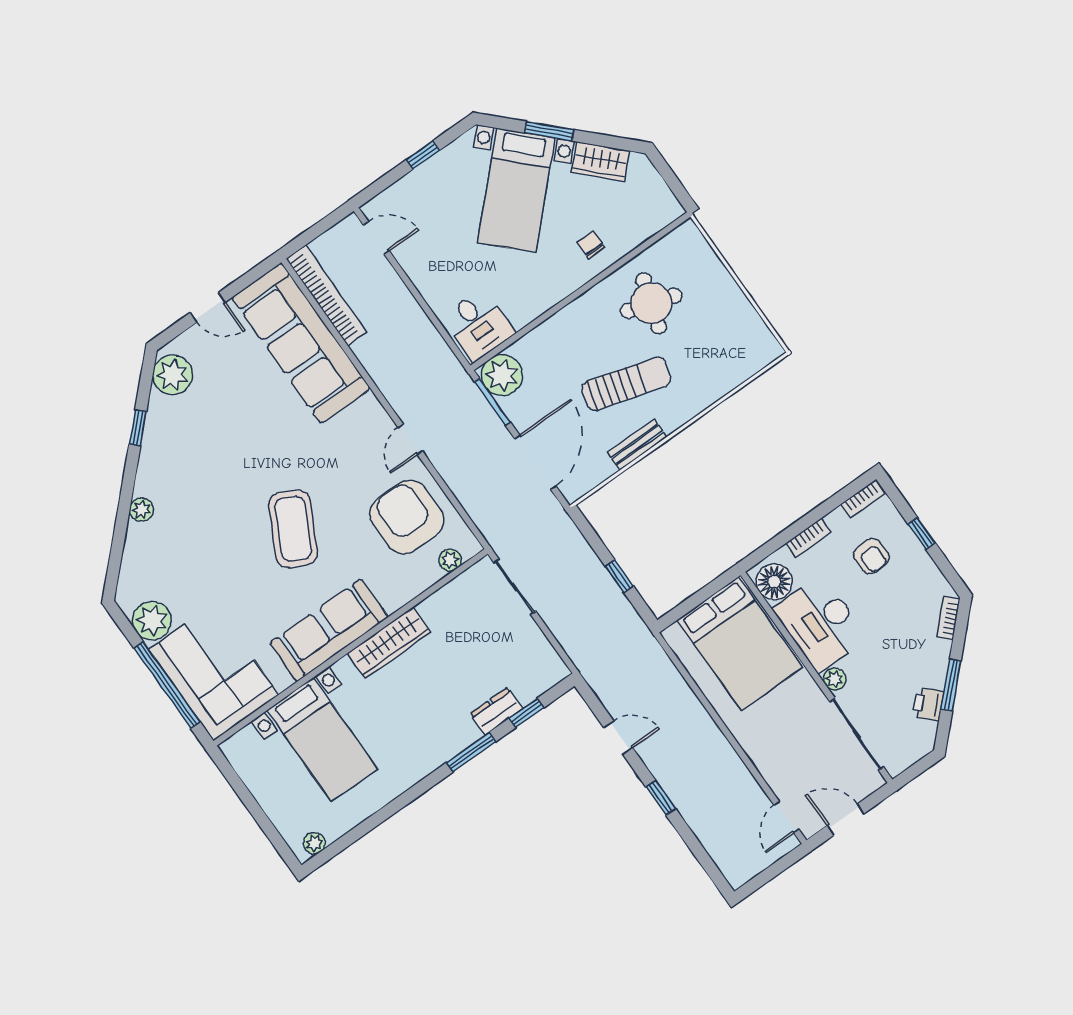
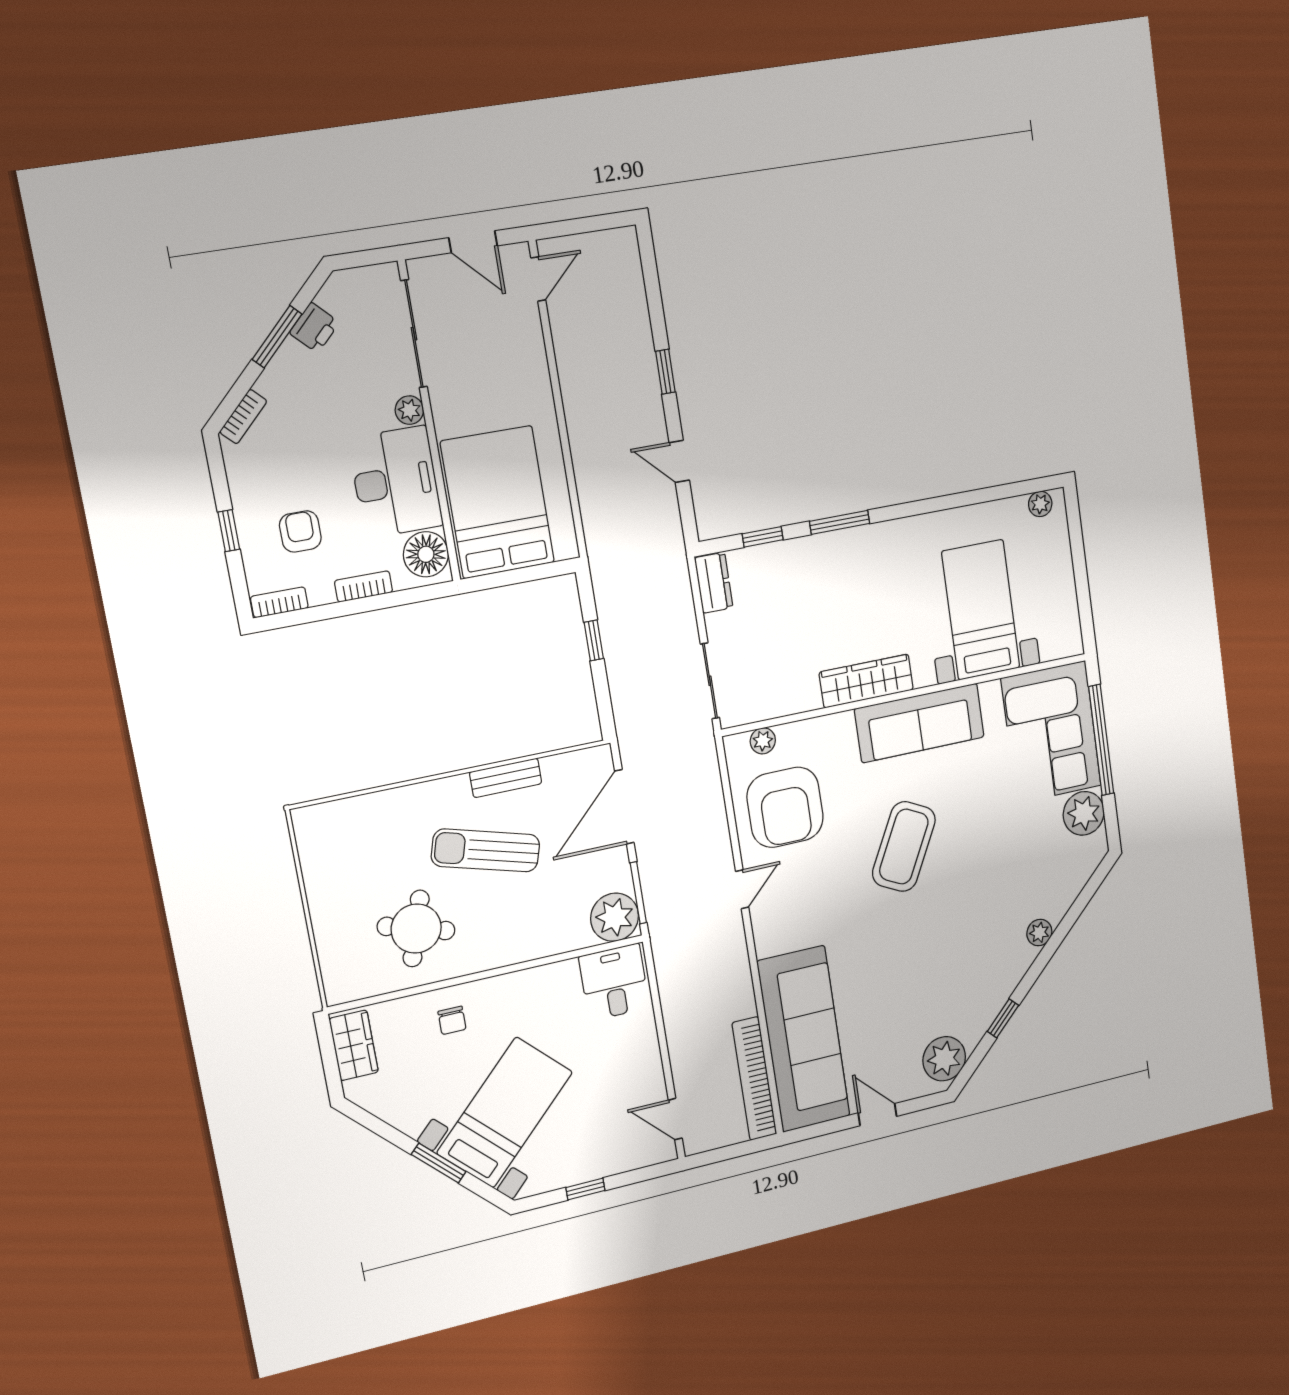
wardrobe: (600, 161) -> (354, 1045), moved, turned 45
dresser: (496, 711) -> (714, 583), moved, turned -90

